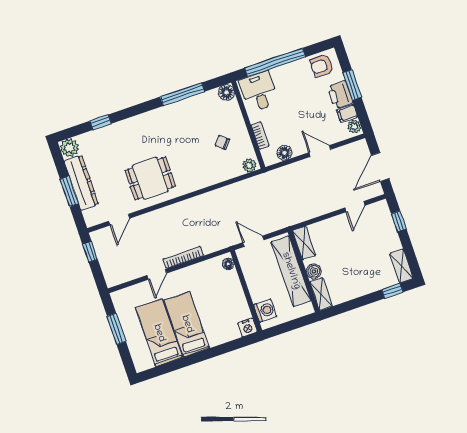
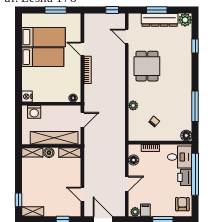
printer: (340, 95) -> (185, 177), moved, turned -90
plant: (249, 165) -> (133, 105), moved

